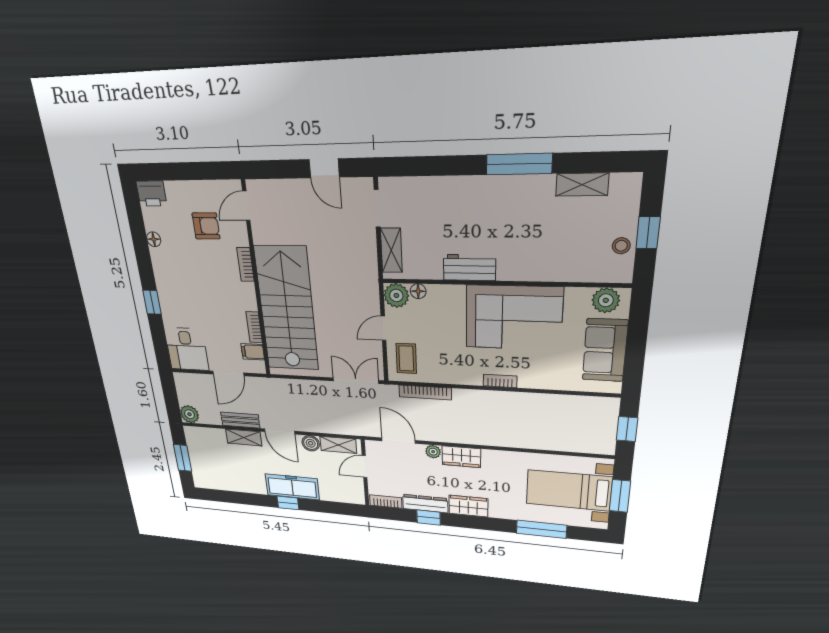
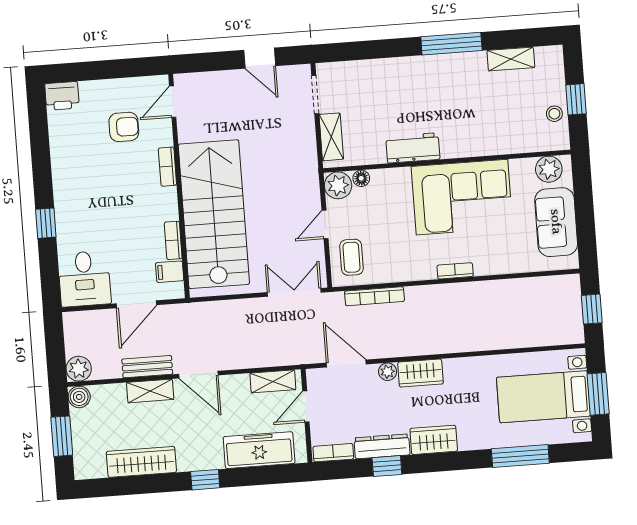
floor lamp: (154, 239) -> (58, 147), removed
boiler: (311, 443) -> (79, 397), moved
wardrobe: (241, 484) -> (141, 462), added
freezer: (292, 487) -> (259, 450), moved

